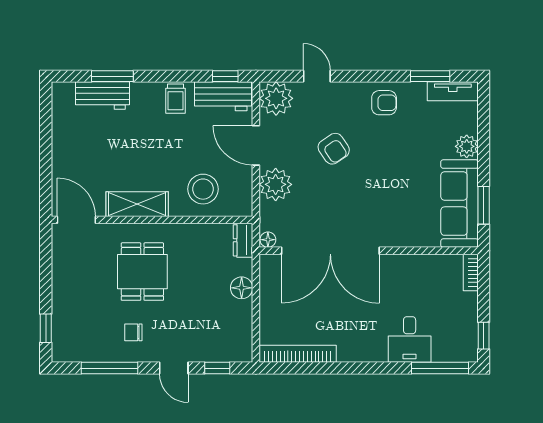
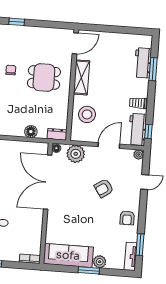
plant: (276, 98) -> (139, 154), width x0.53, depth x0.53
plant: (276, 184) -> (76, 154), moved
window: (484, 205) -> (89, 270), moved

